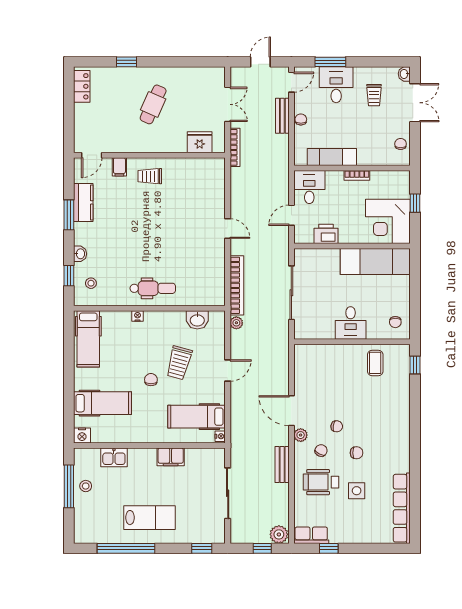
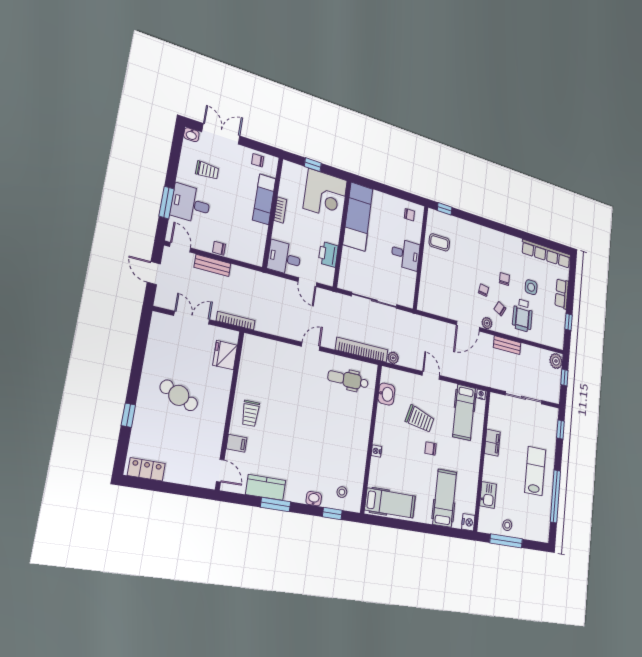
exam couch: (332, 157) -> (264, 199), moved
dental chair: (153, 288) -> (348, 380), moved, turned -90
row of seats: (311, 535) -> (562, 294), moved

